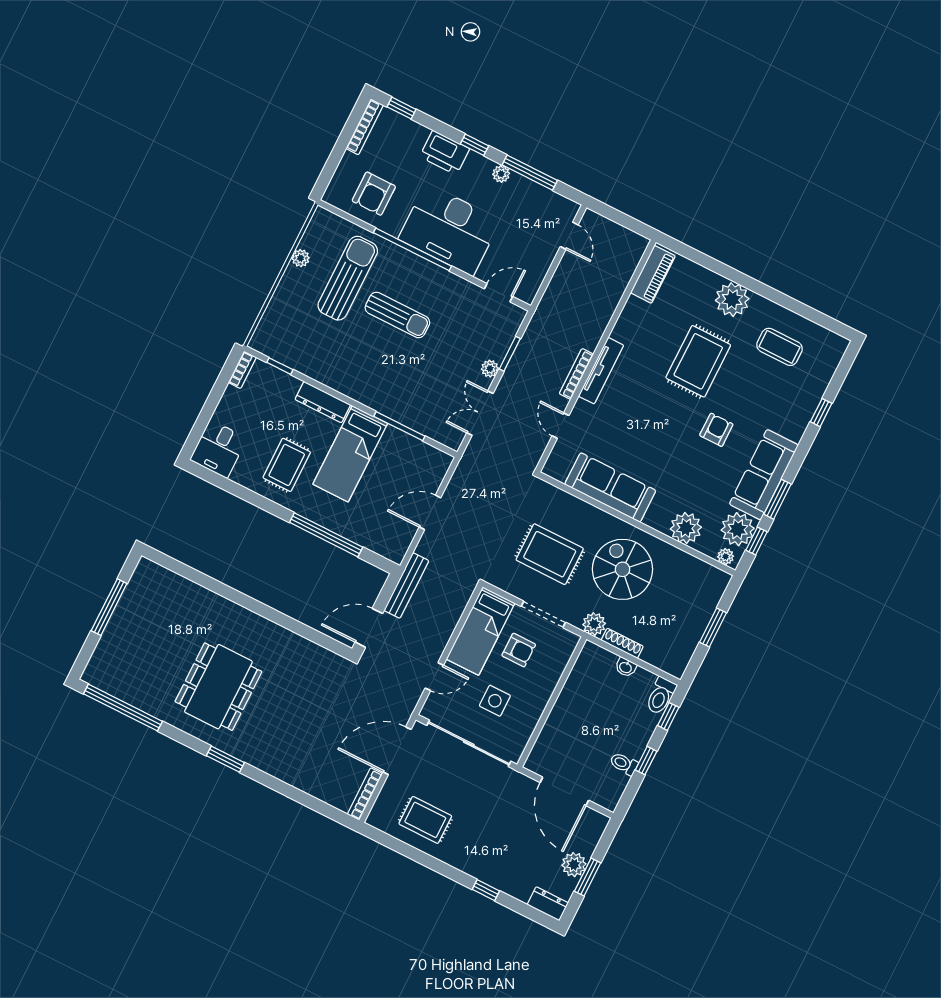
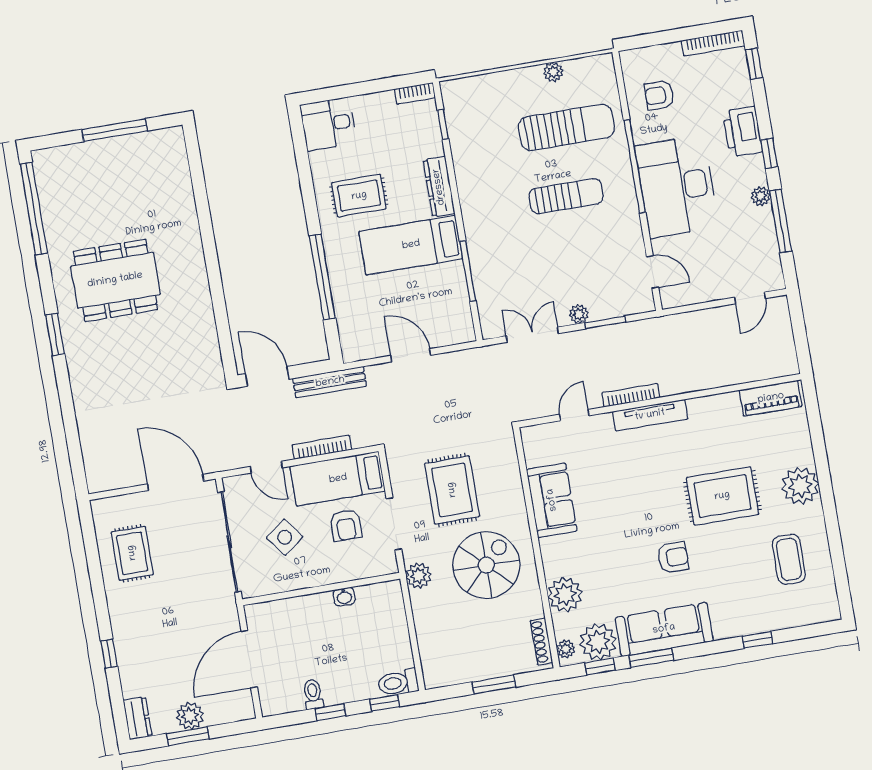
armchair: (374, 194) -> (659, 95), width x0.72, depth x0.72
sun lounger: (397, 315) -> (566, 196), turned -90
sofa: (610, 487) -> (552, 500), width x0.73
shoe rack: (622, 643) -> (542, 642), moved, turned 180
washbasin: (626, 667) -> (344, 597), moved, turned -90
side table: (495, 701) -> (285, 537), turned -37
bookcase: (365, 794) -> (322, 447), moved

